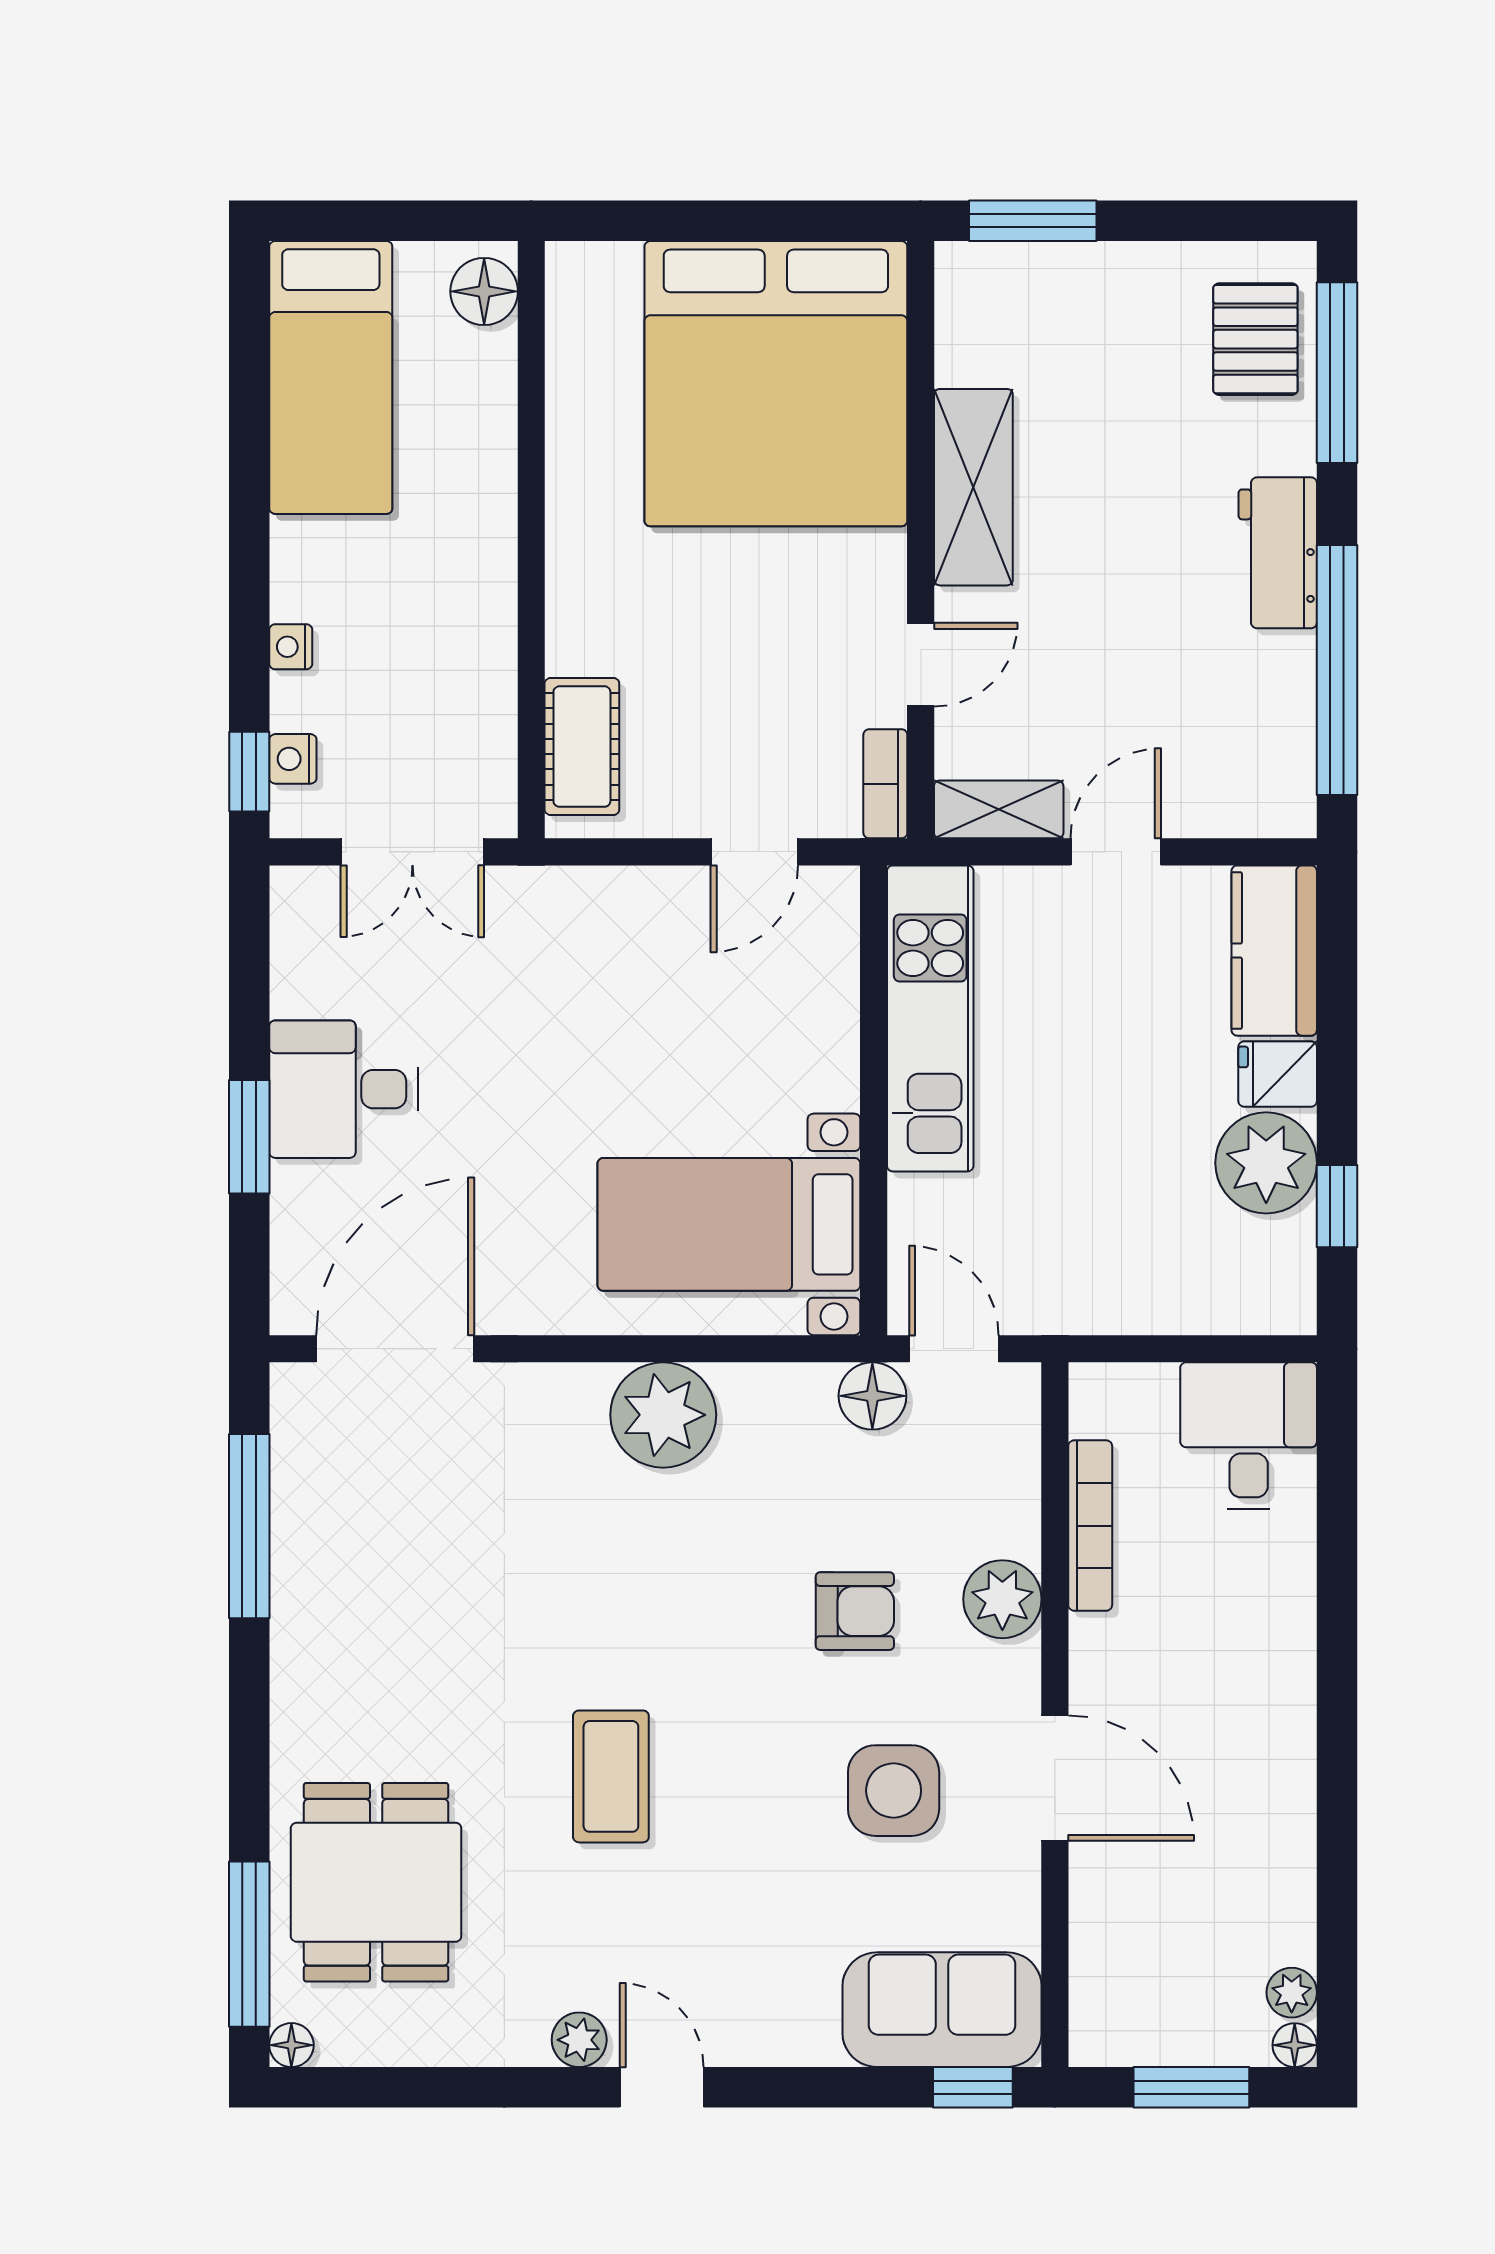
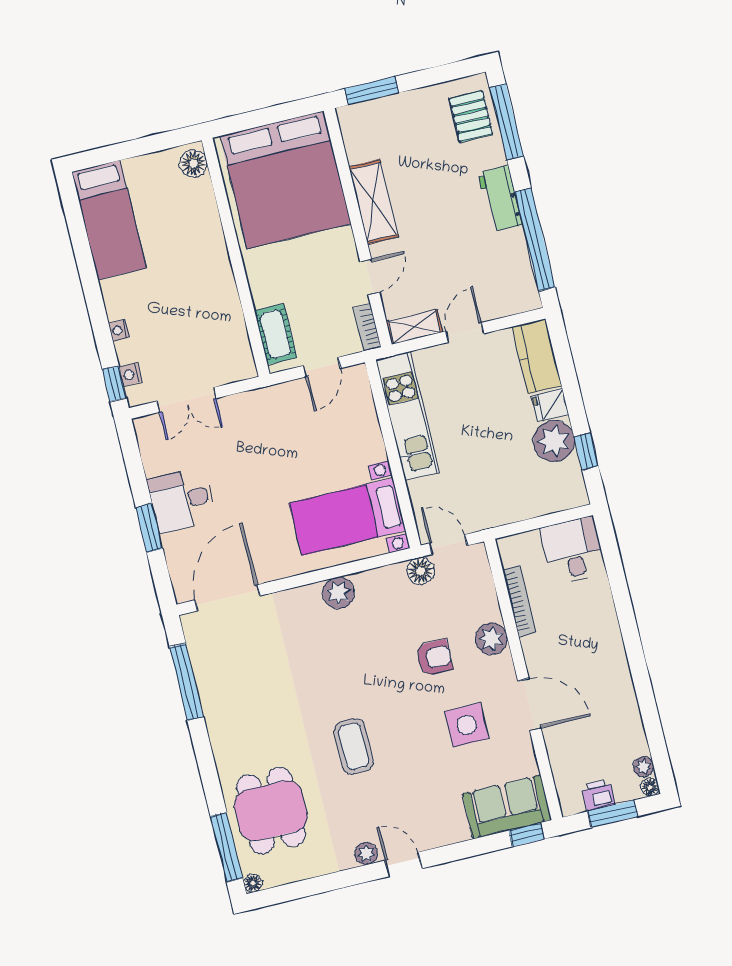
floor lamp: (484, 291) -> (193, 164), moved
wall: (531, 540) -> (236, 257), moved
cot: (582, 747) -> (275, 334), moved
plant: (663, 1415) -> (338, 593), width x0.73, depth x0.73
printer: (1167, 2034) -> (598, 795), added

